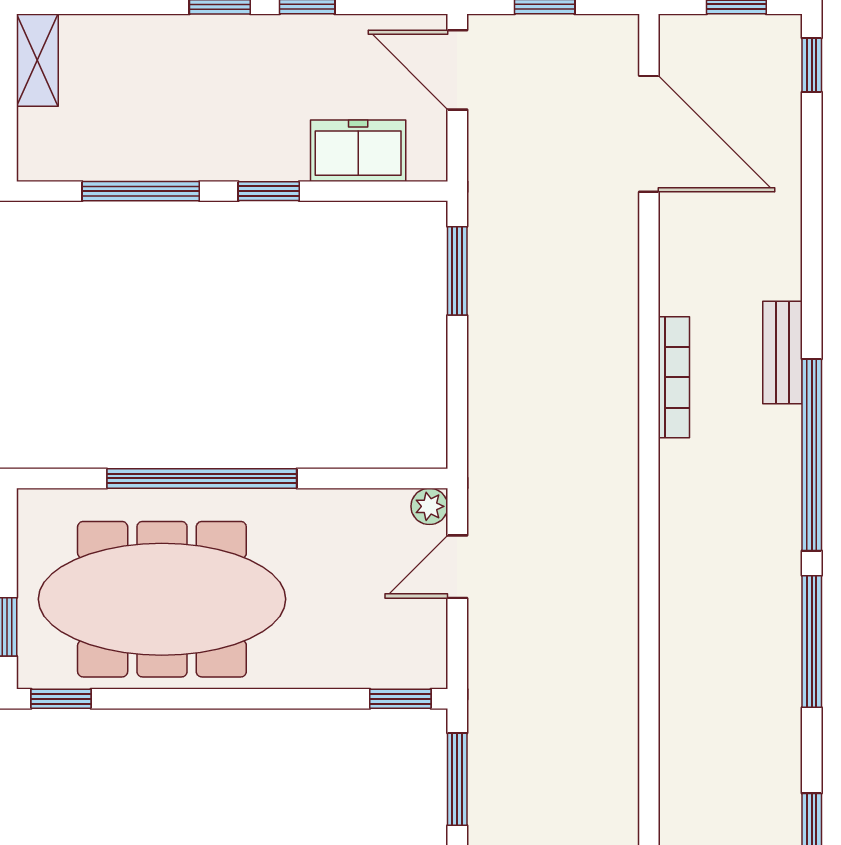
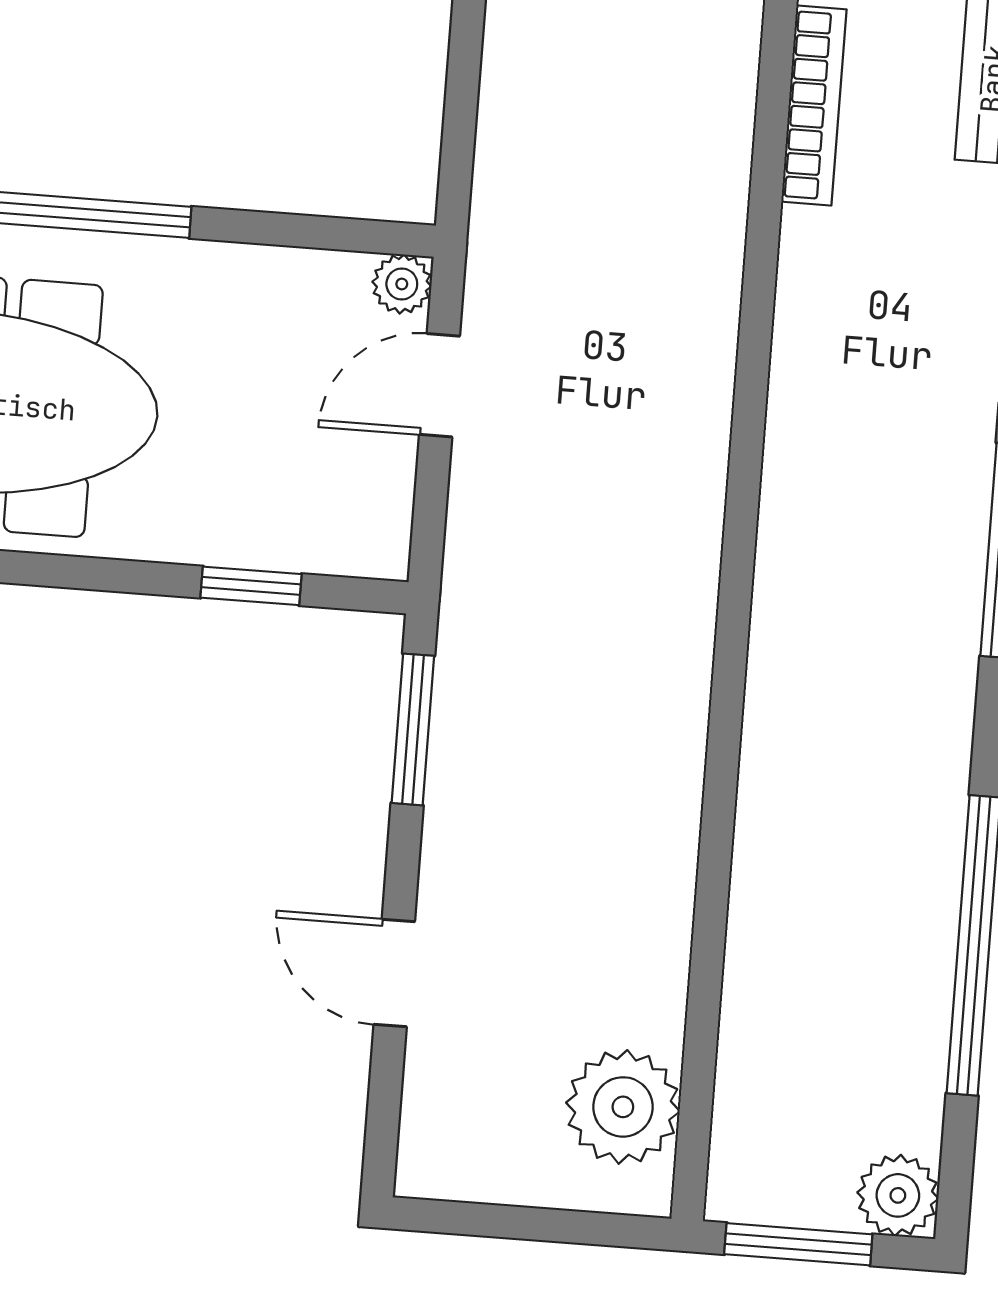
window: (400, 699) -> (251, 586), moved

